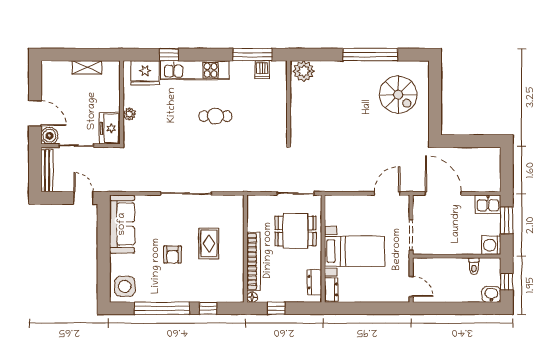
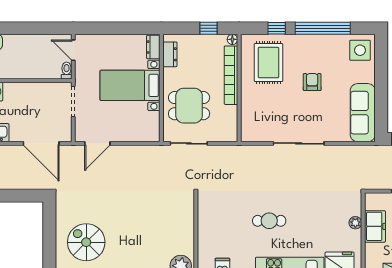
freezer: (110, 128) -> (375, 226), moved
rug: (209, 243) -> (268, 63), moved, width x1.36, depth x1.43
toilet: (474, 266) -> (67, 71), moved

